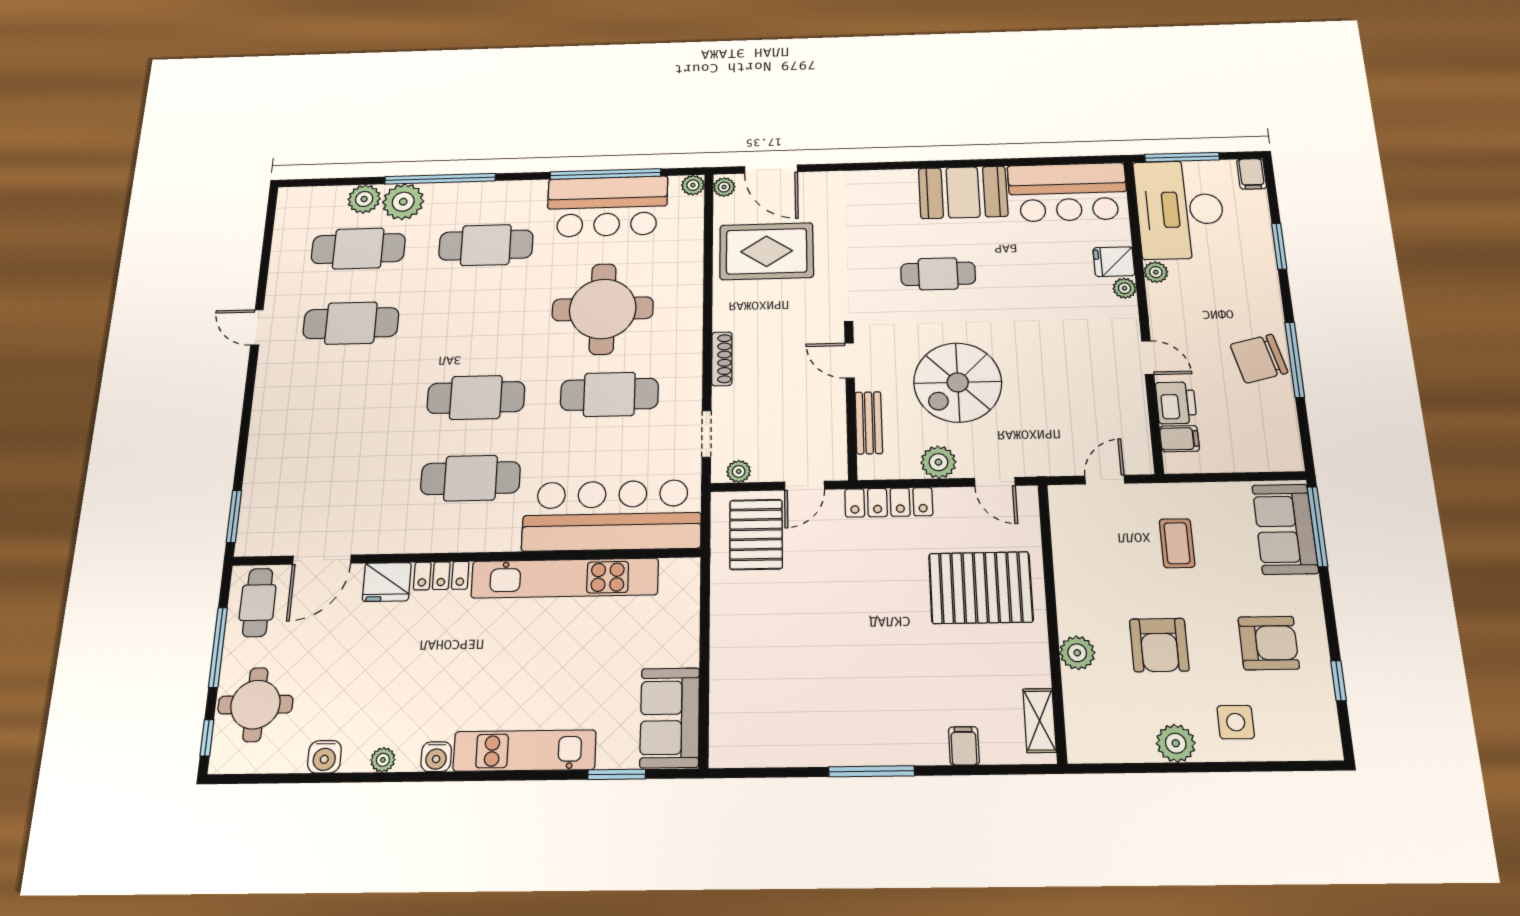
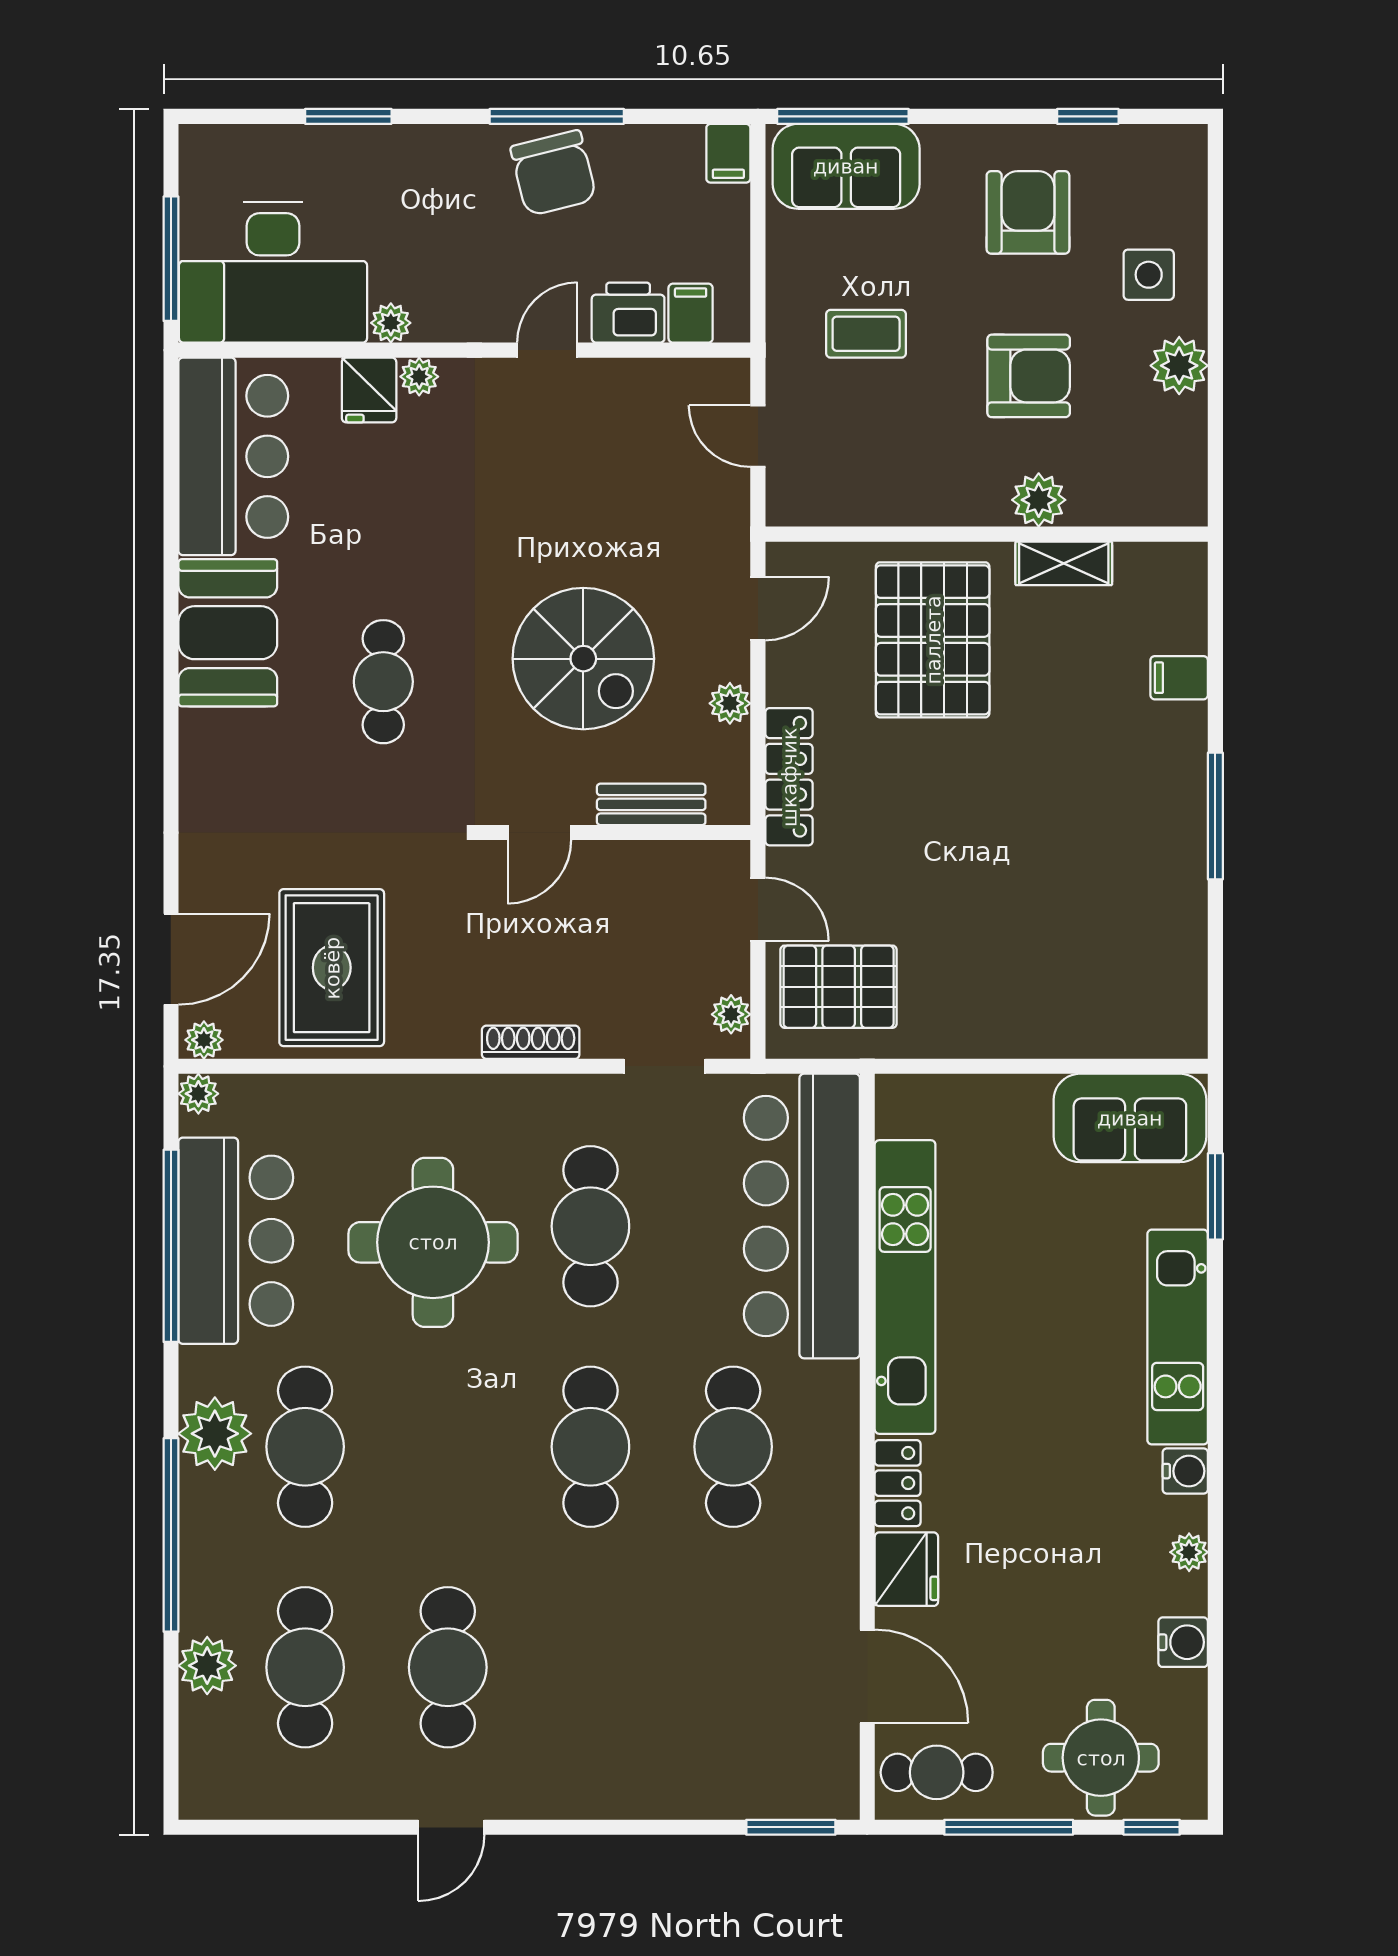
filing cabinet: (1252, 174) -> (728, 153), moved, turned 90
plant: (403, 202) -> (215, 1434), moved
plant: (938, 462) -> (730, 703), width x0.73, depth x0.73
shelving: (1040, 720) -> (1064, 563), moved

